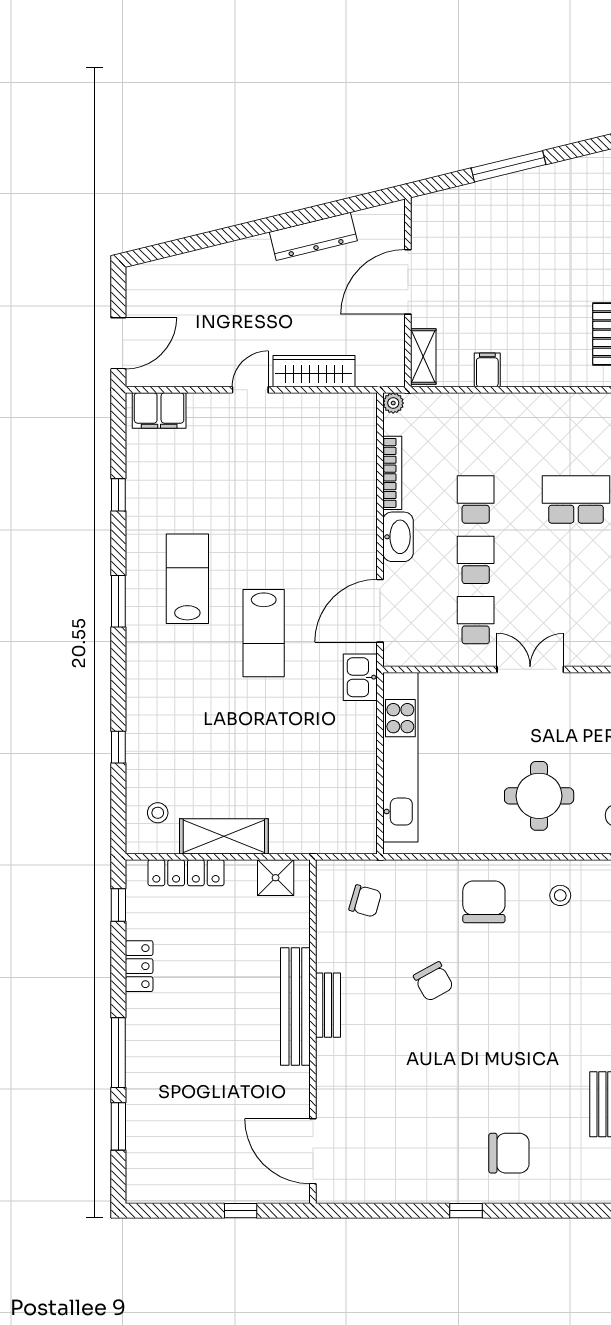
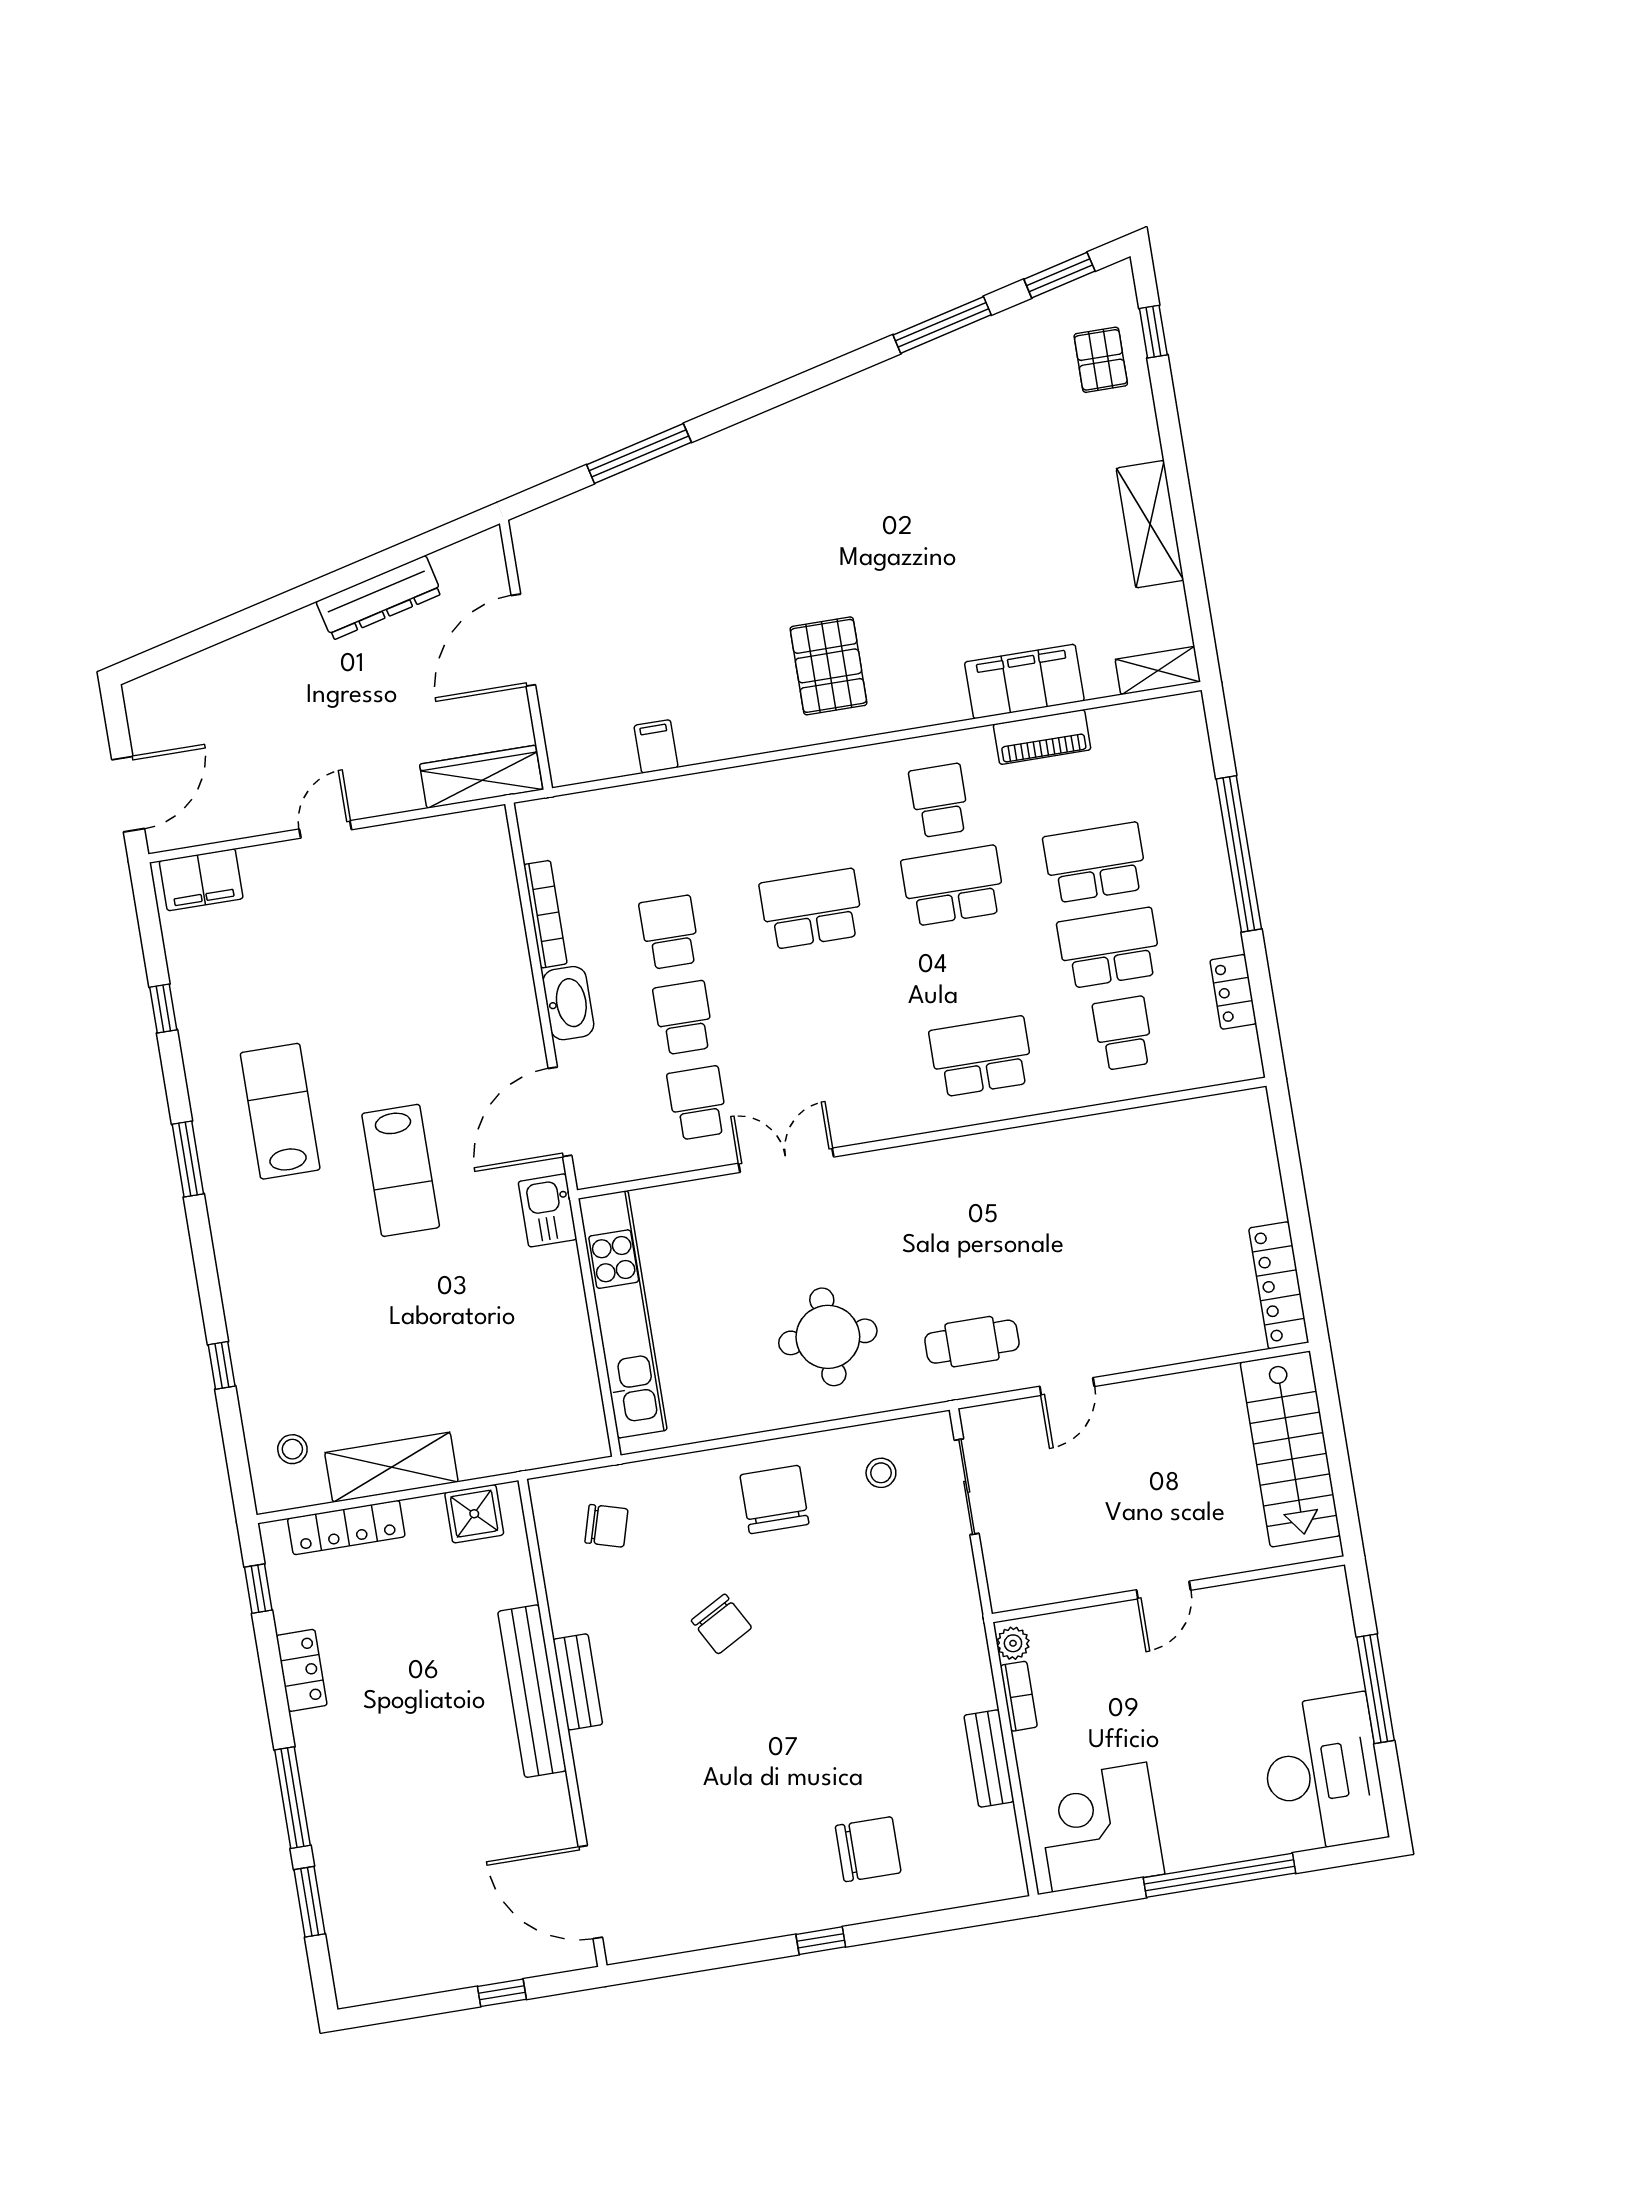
shelving: (423, 356) -> (562, 742), removed
wardrobe: (314, 371) -> (481, 777), moved
plant: (393, 403) -> (531, 815), removed

